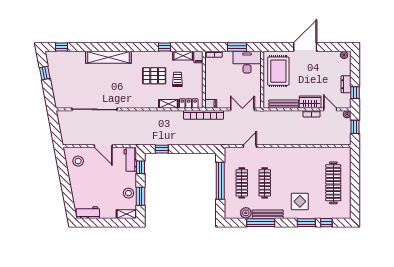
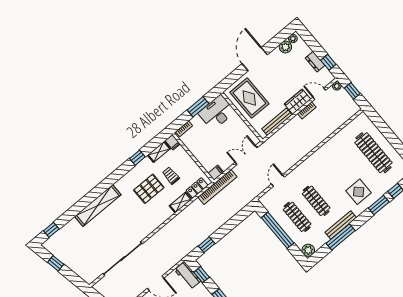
plant: (334, 57) -> (285, 47), added
plant: (246, 213) -> (308, 250), moved

